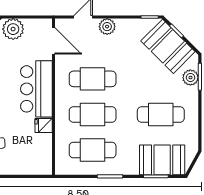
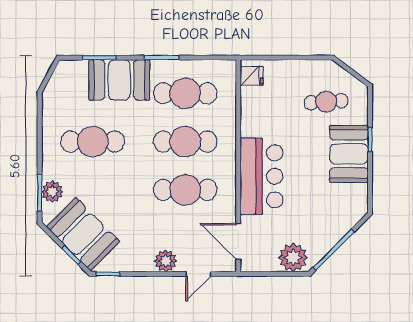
fridge: (44, 125) -> (252, 76), moved
booth: (162, 160) -> (119, 80), moved

